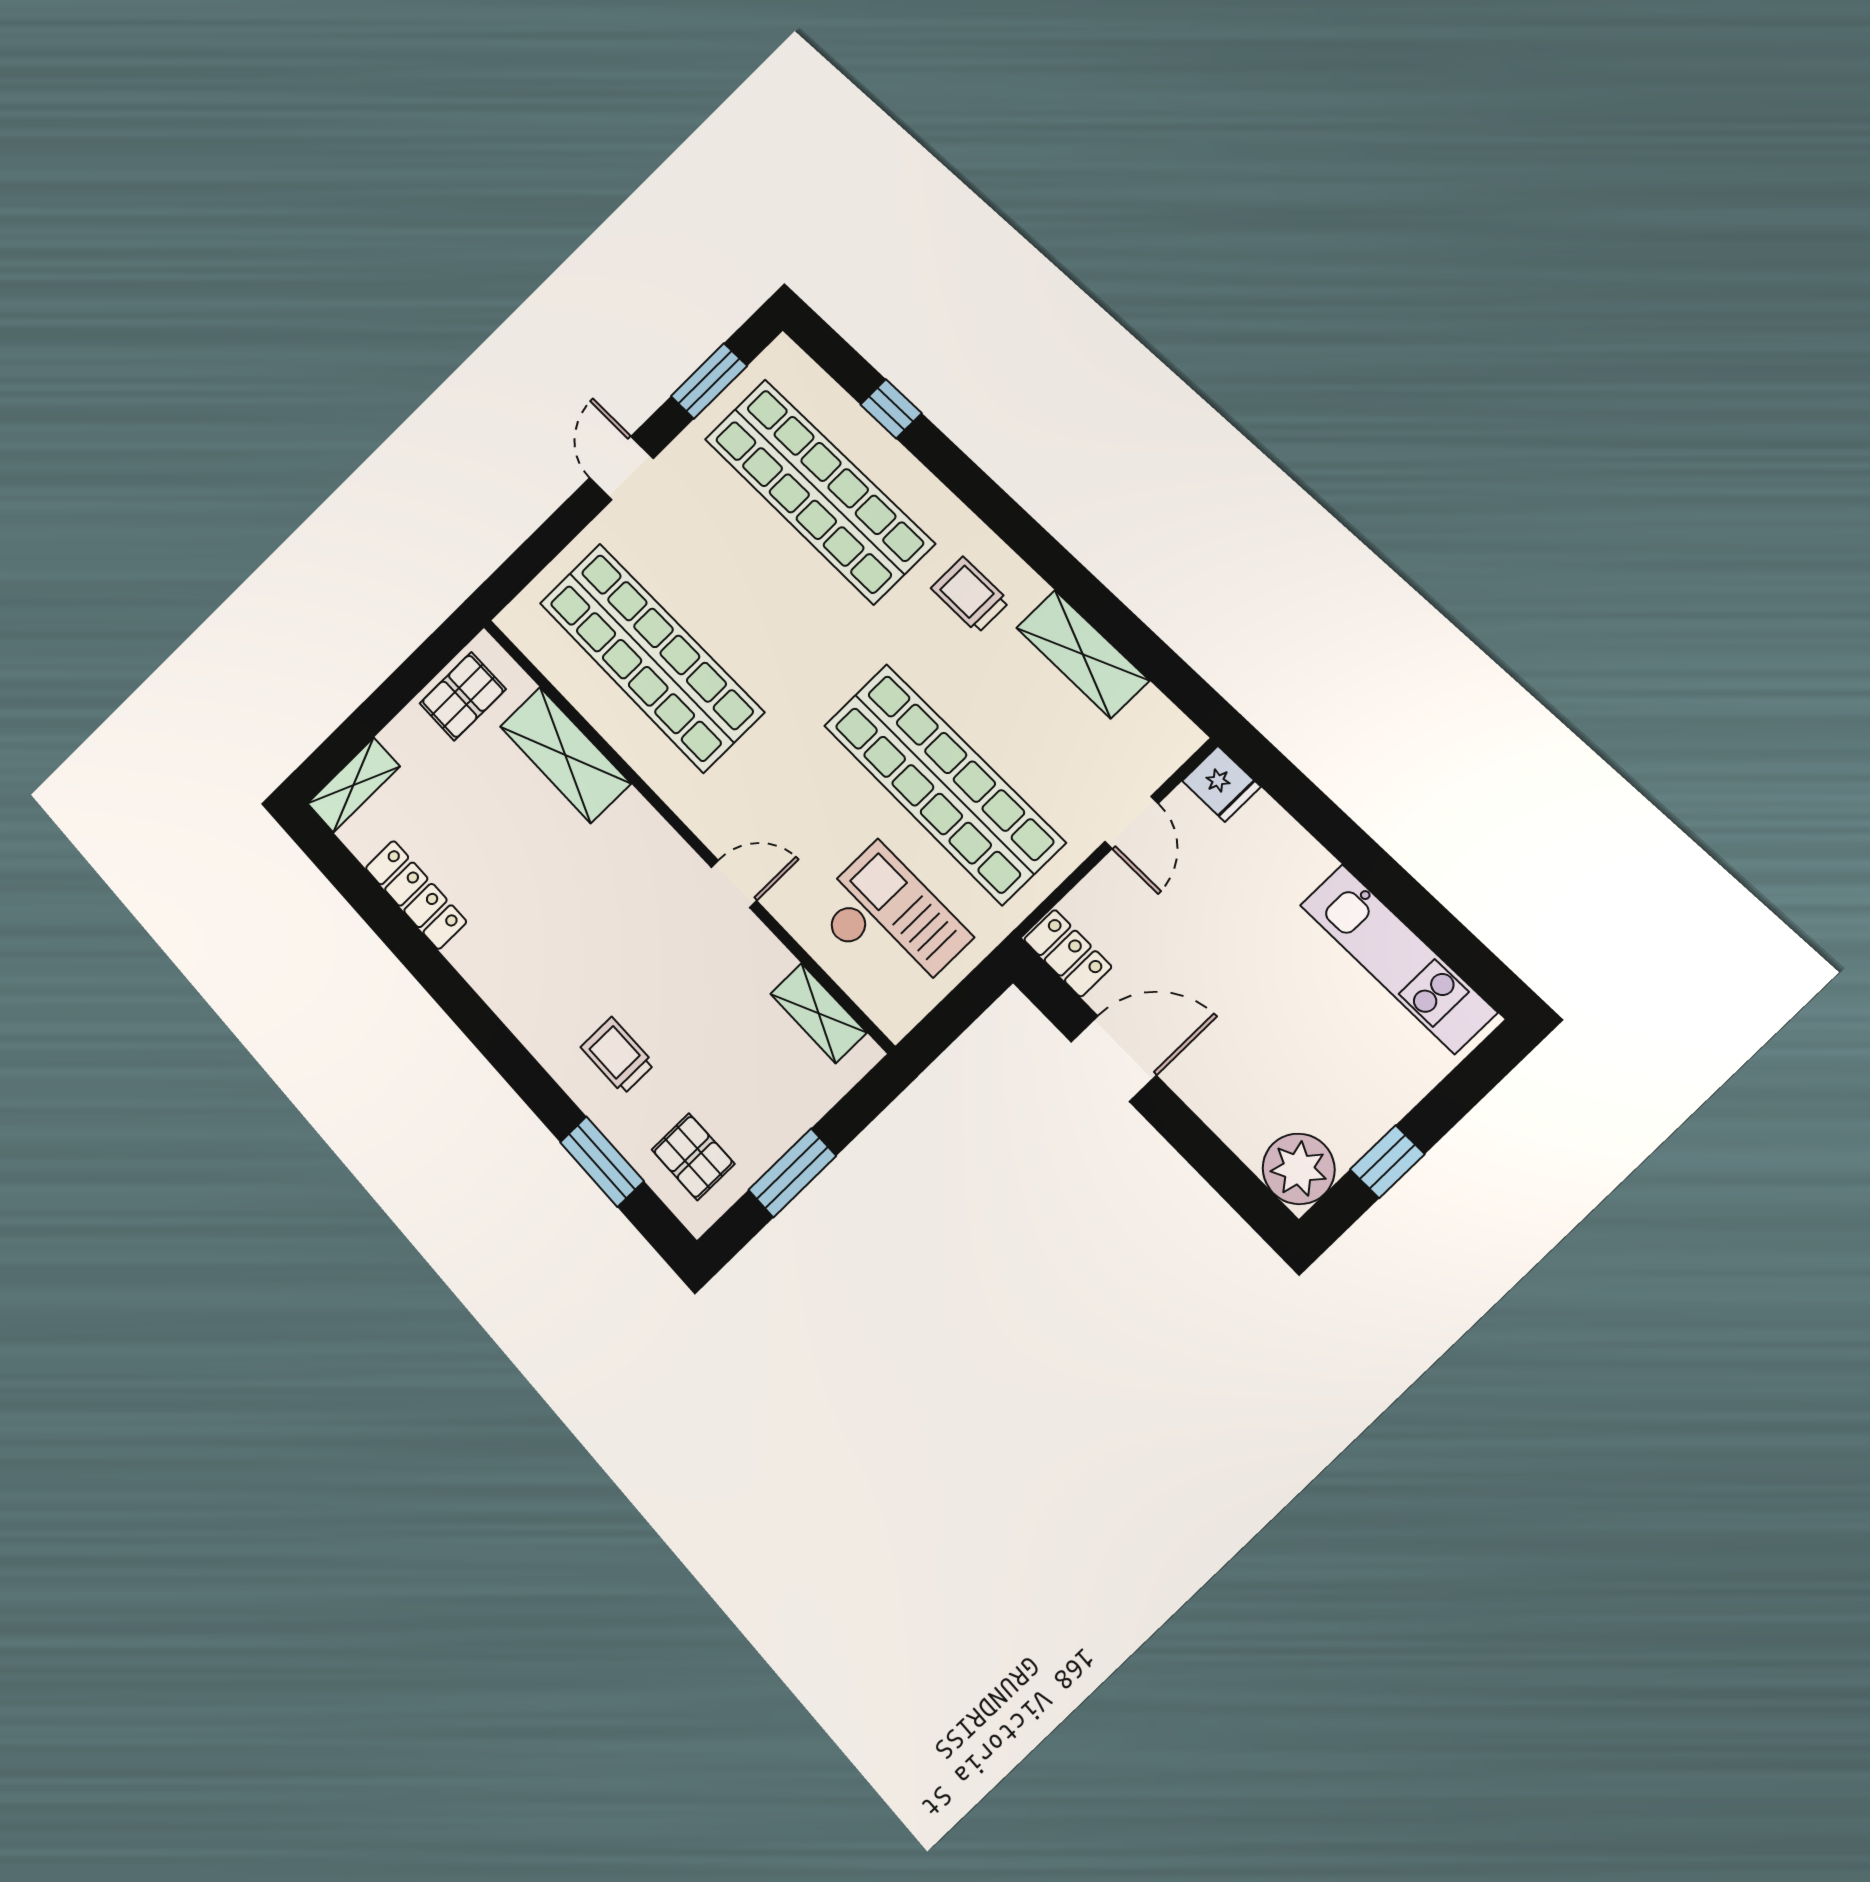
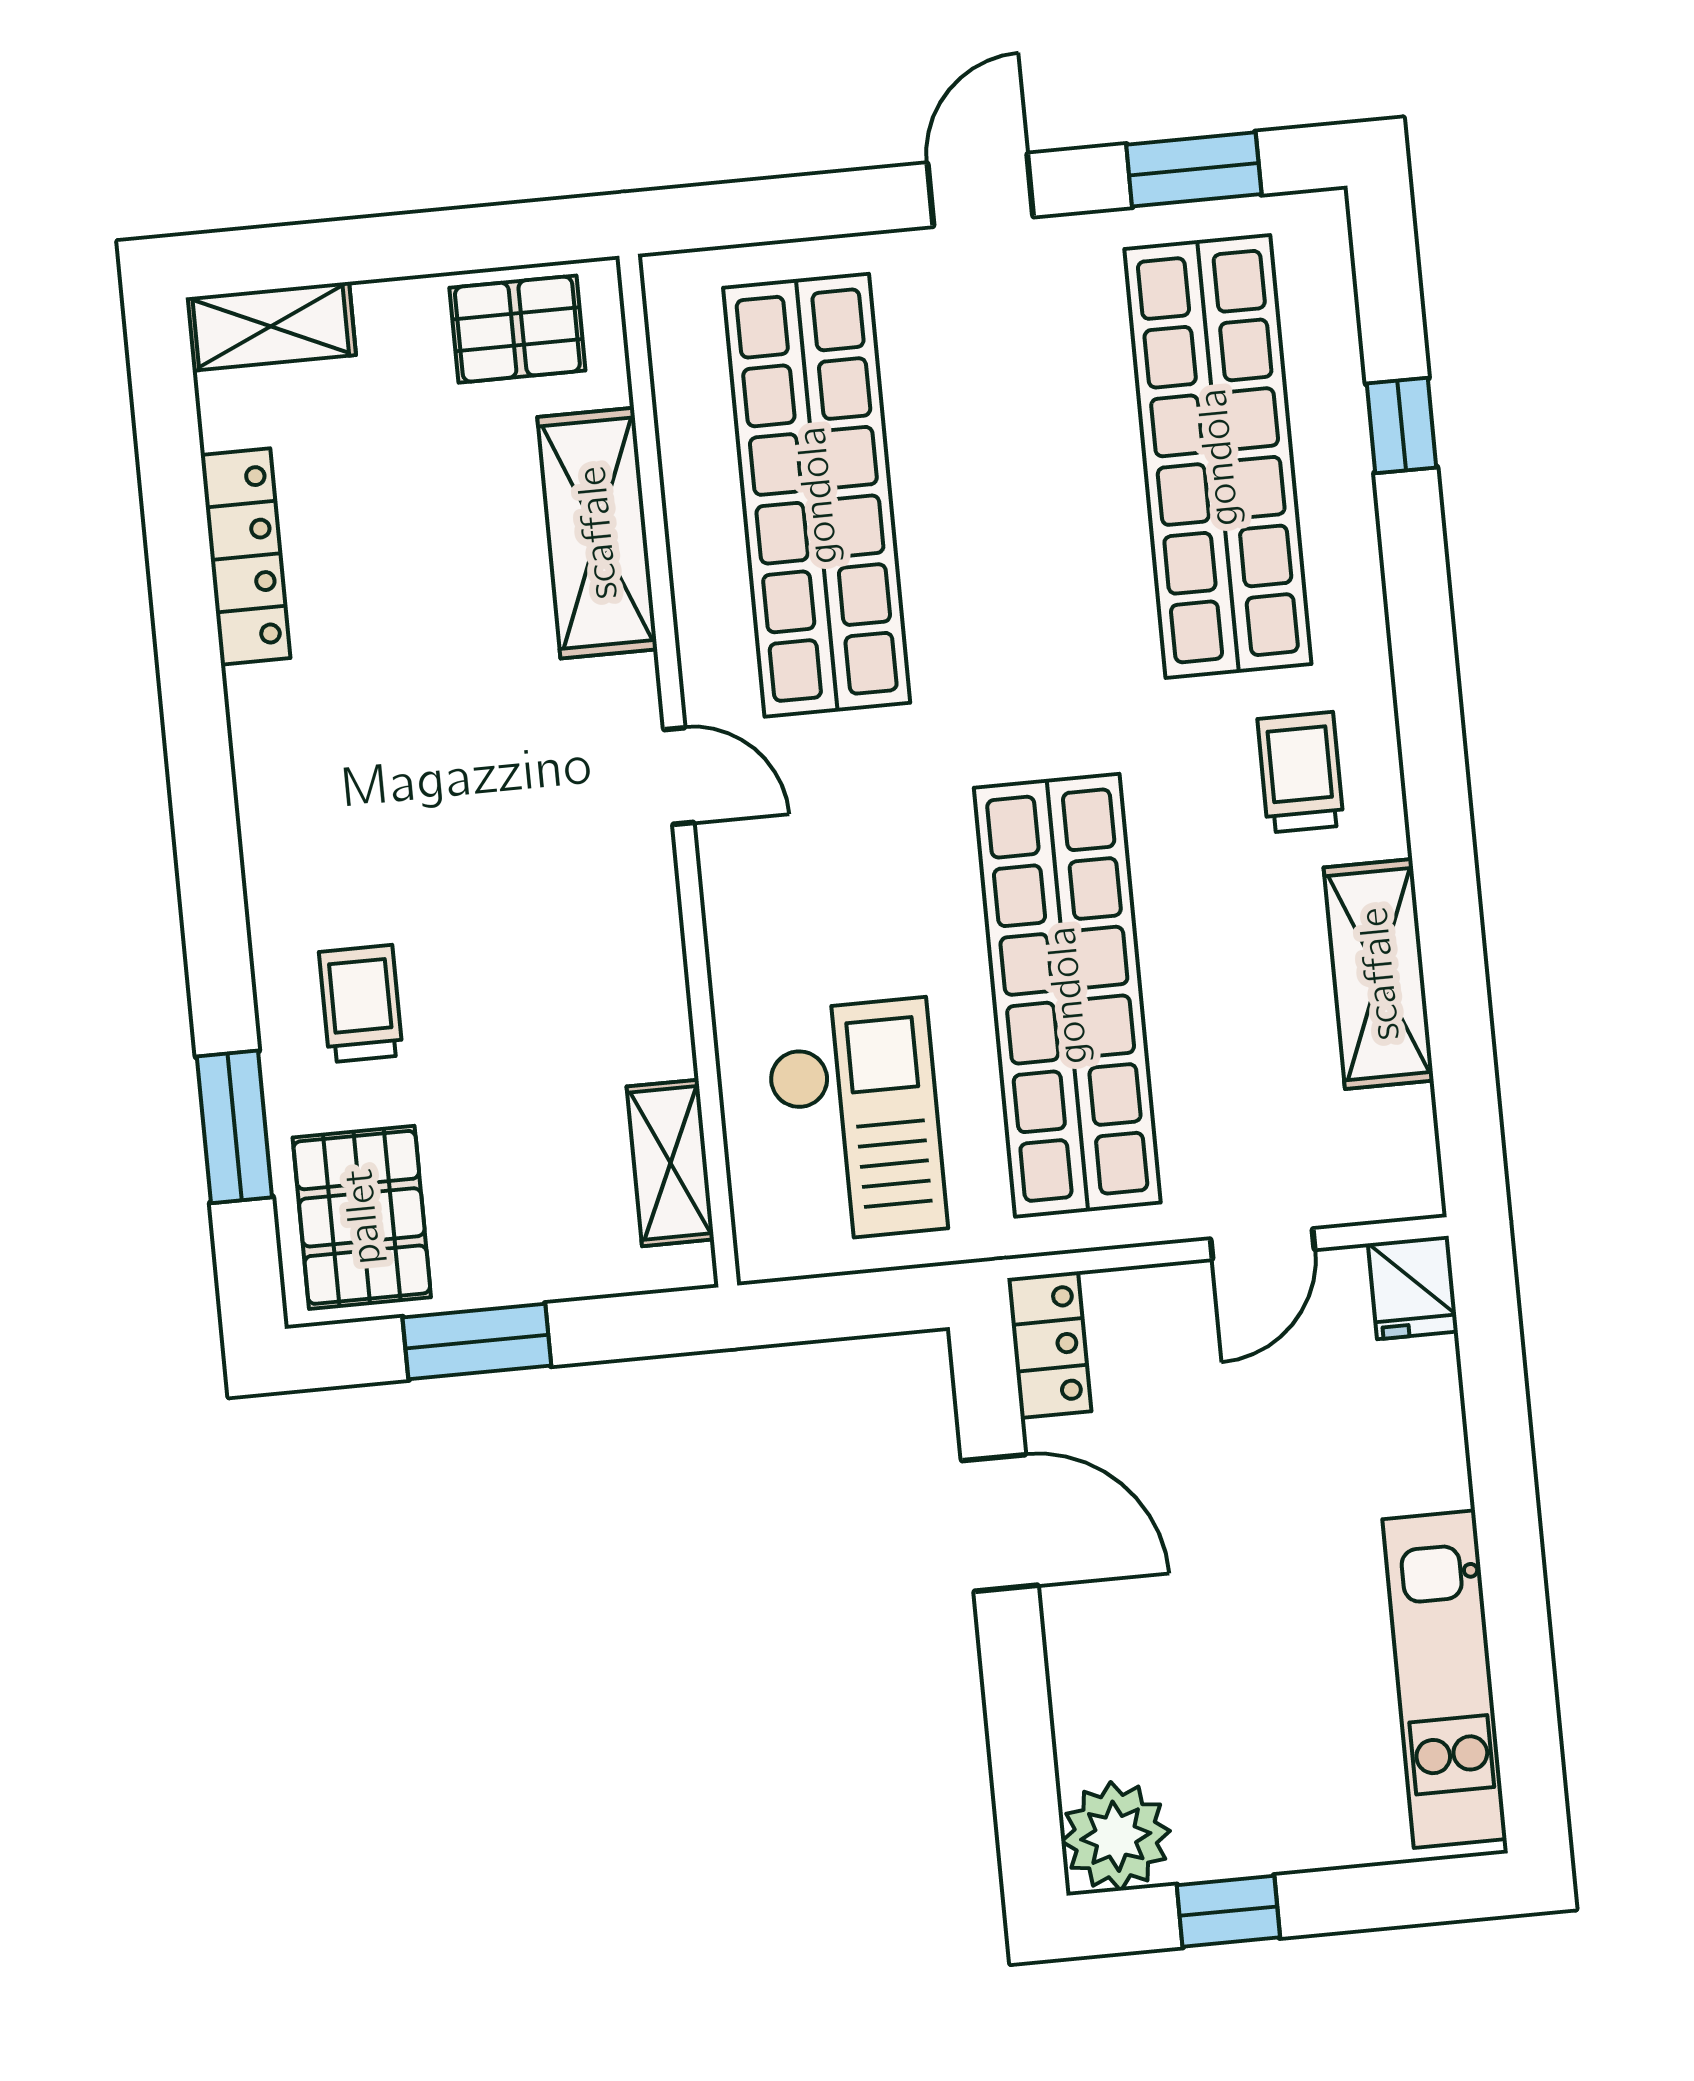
door: (734, 884) -> (679, 776), moved
pallet: (693, 1157) -> (362, 1217), width x1.50, depth x1.42

